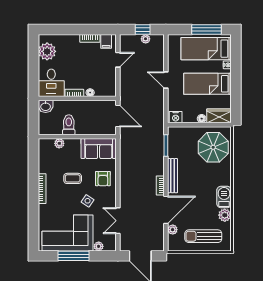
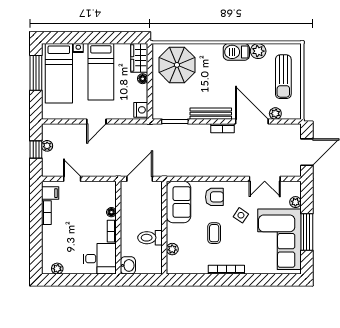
plant: (47, 51) -> (57, 269), width x0.53, depth x0.53

